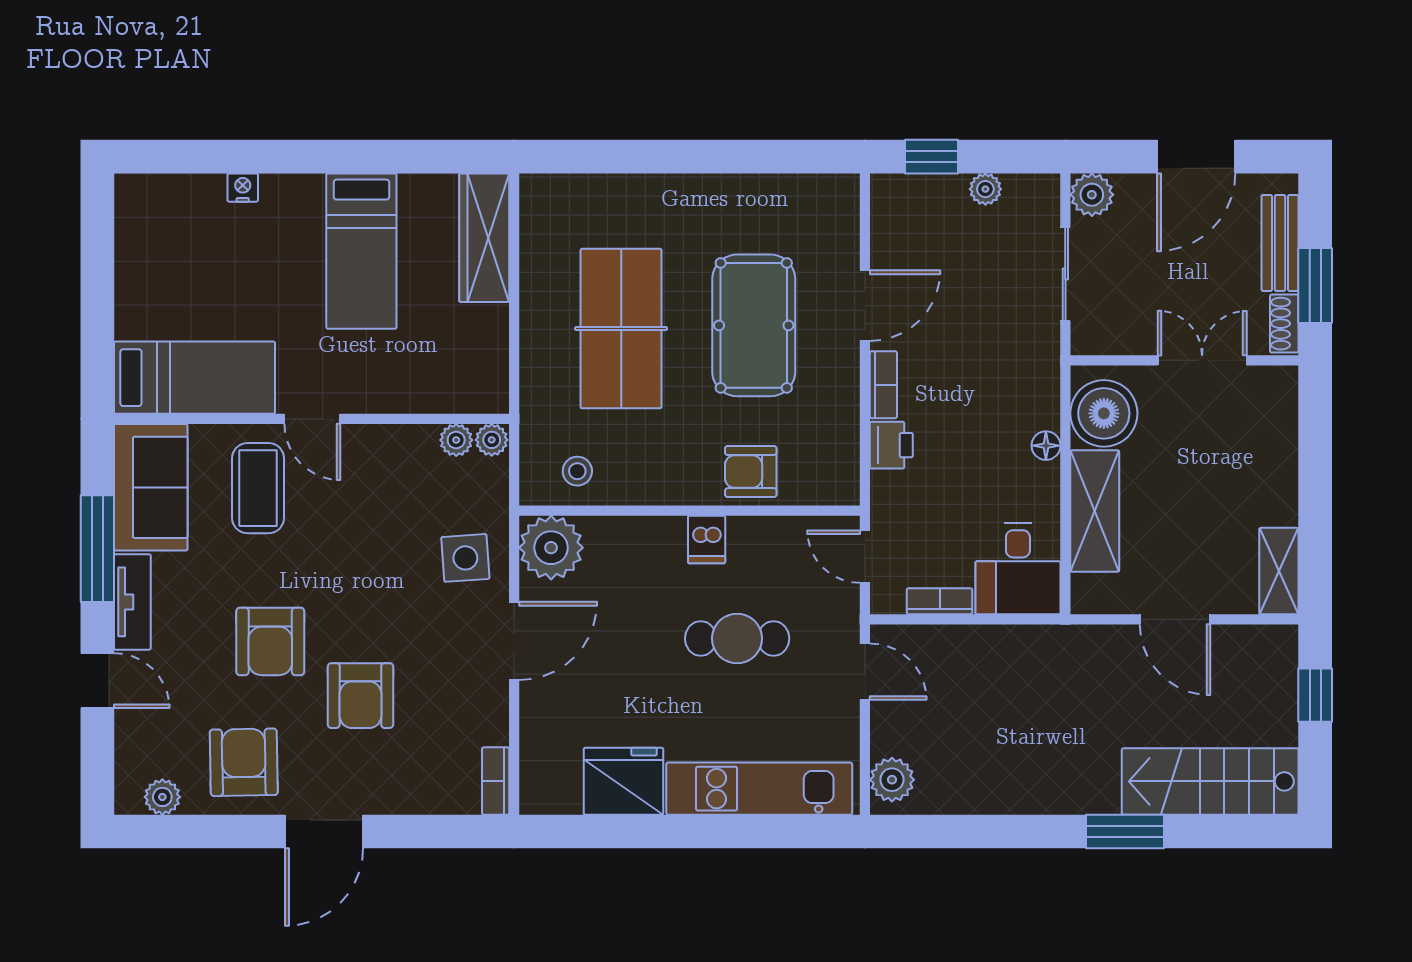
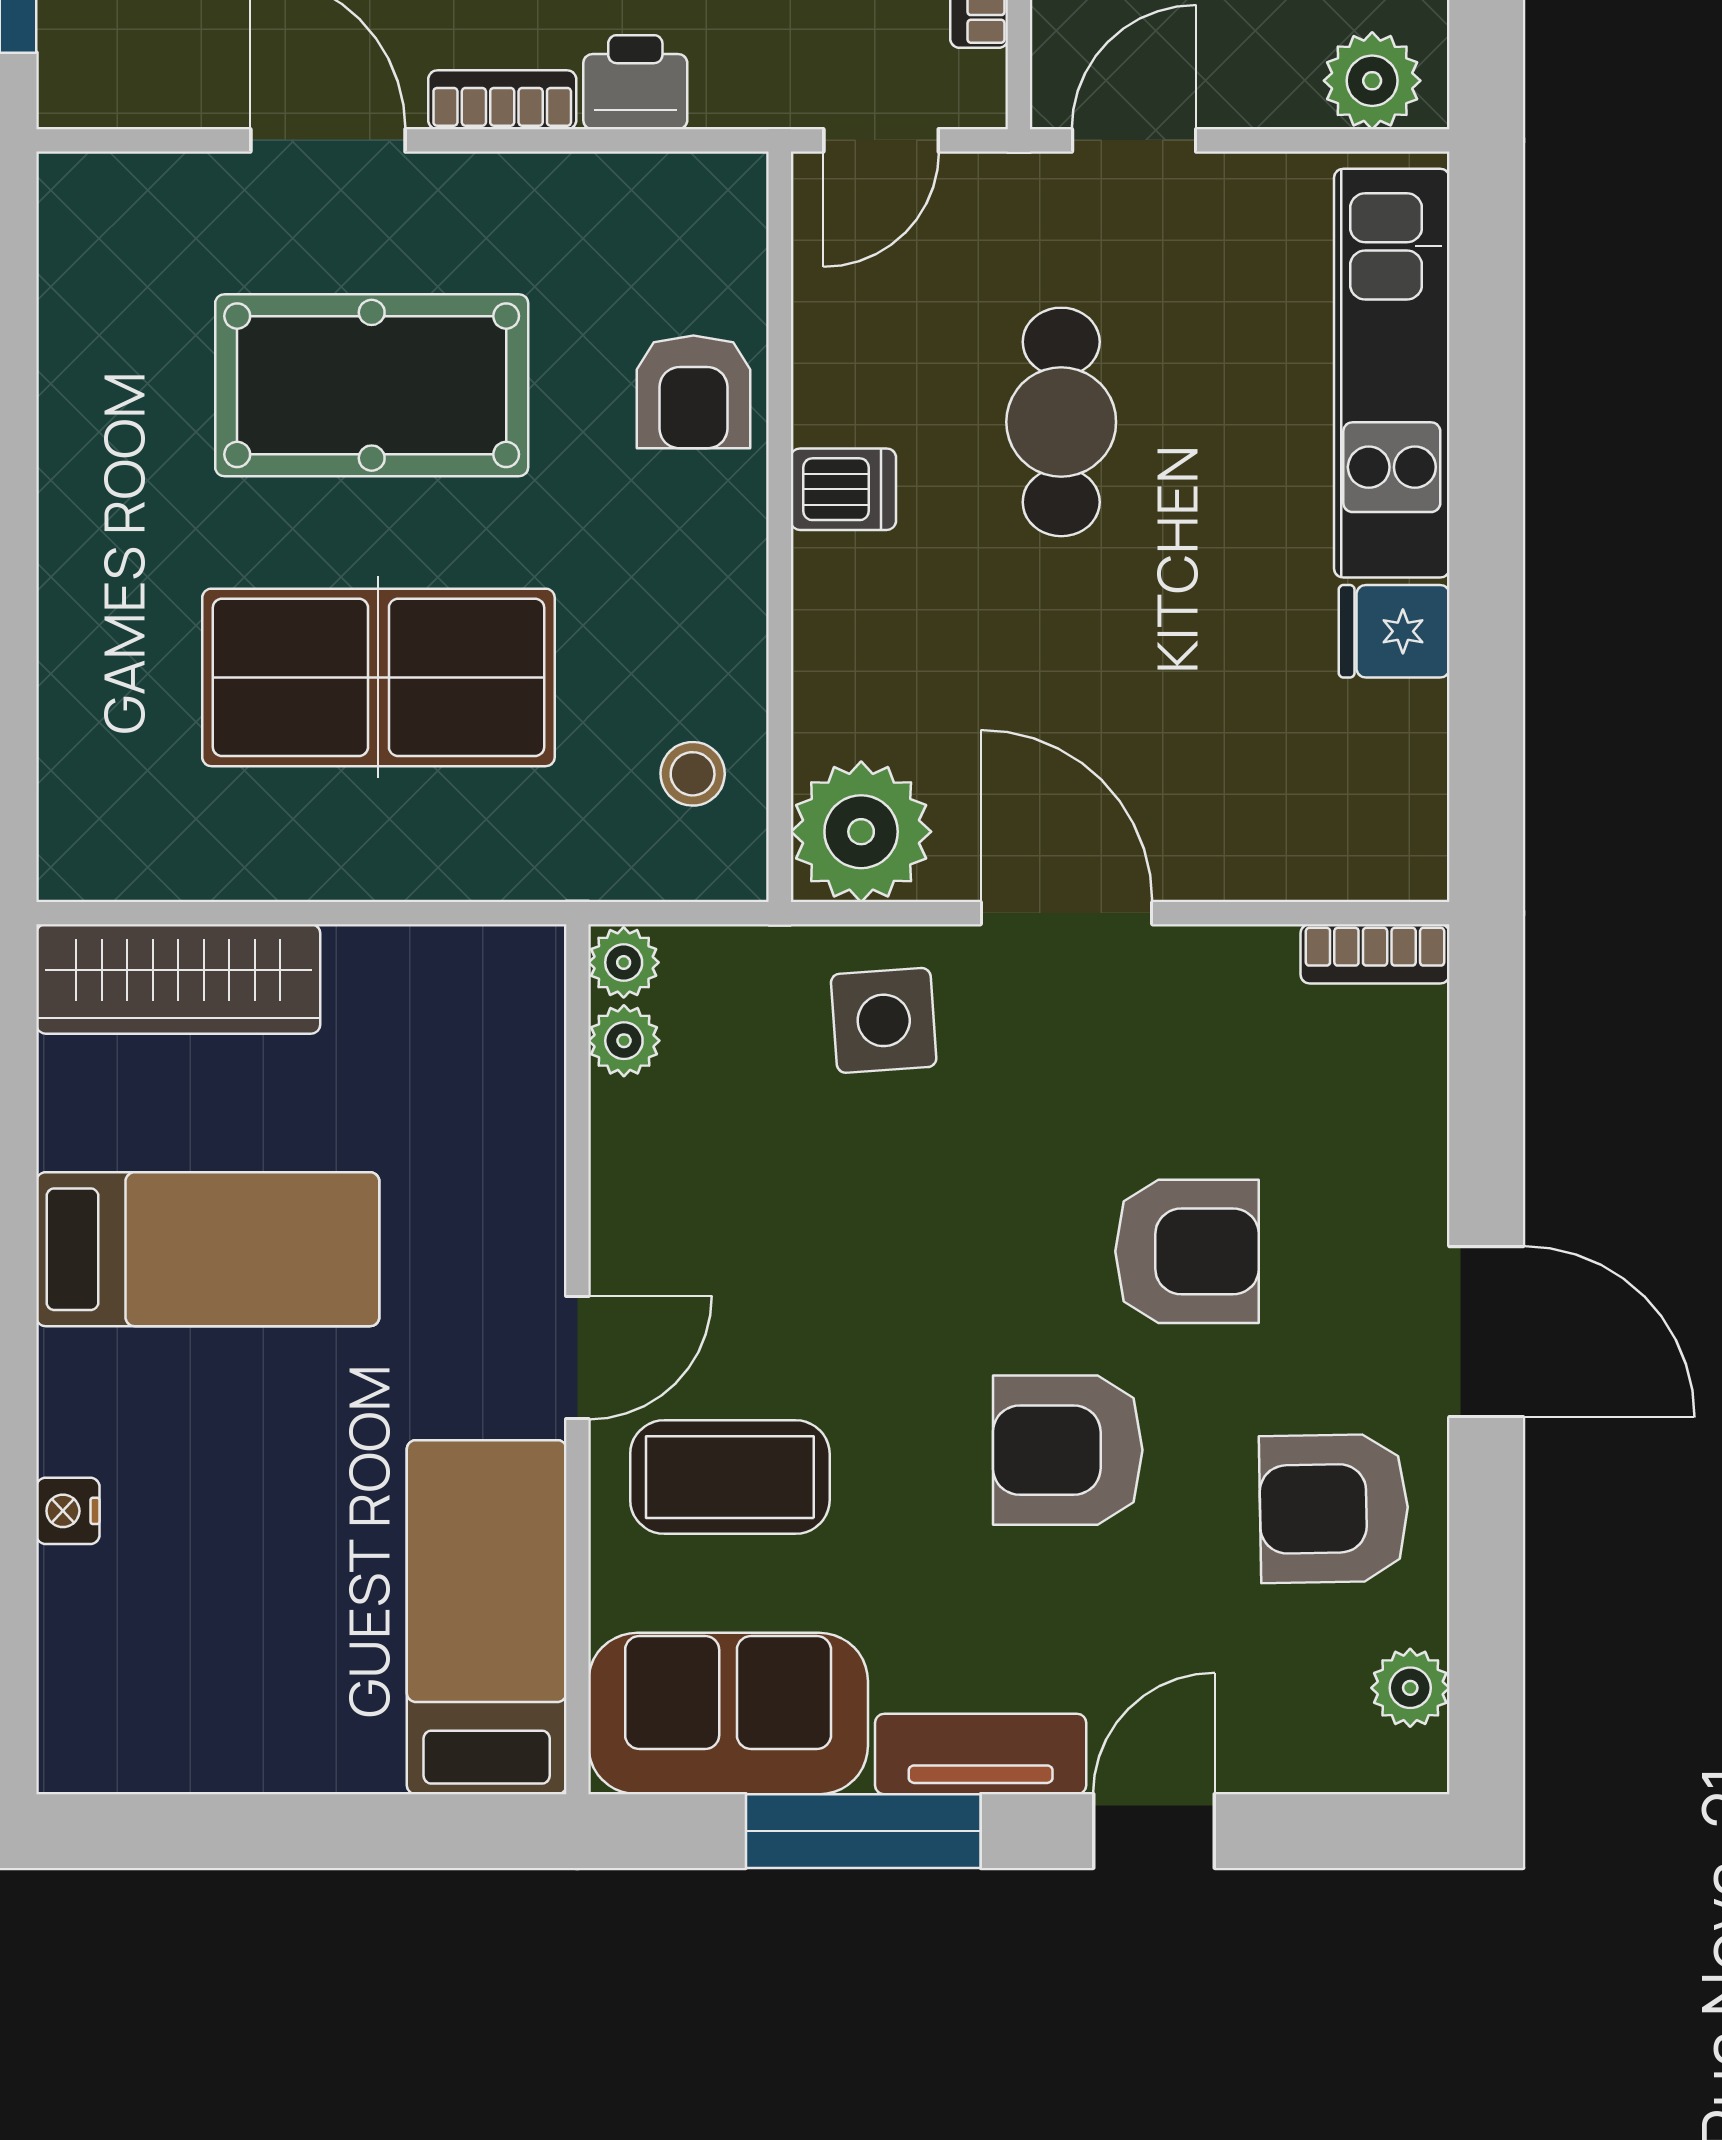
armchair: (270, 641) -> (1068, 1450), turned 180
fridge: (623, 781) -> (1394, 631), width x0.53, depth x0.75

